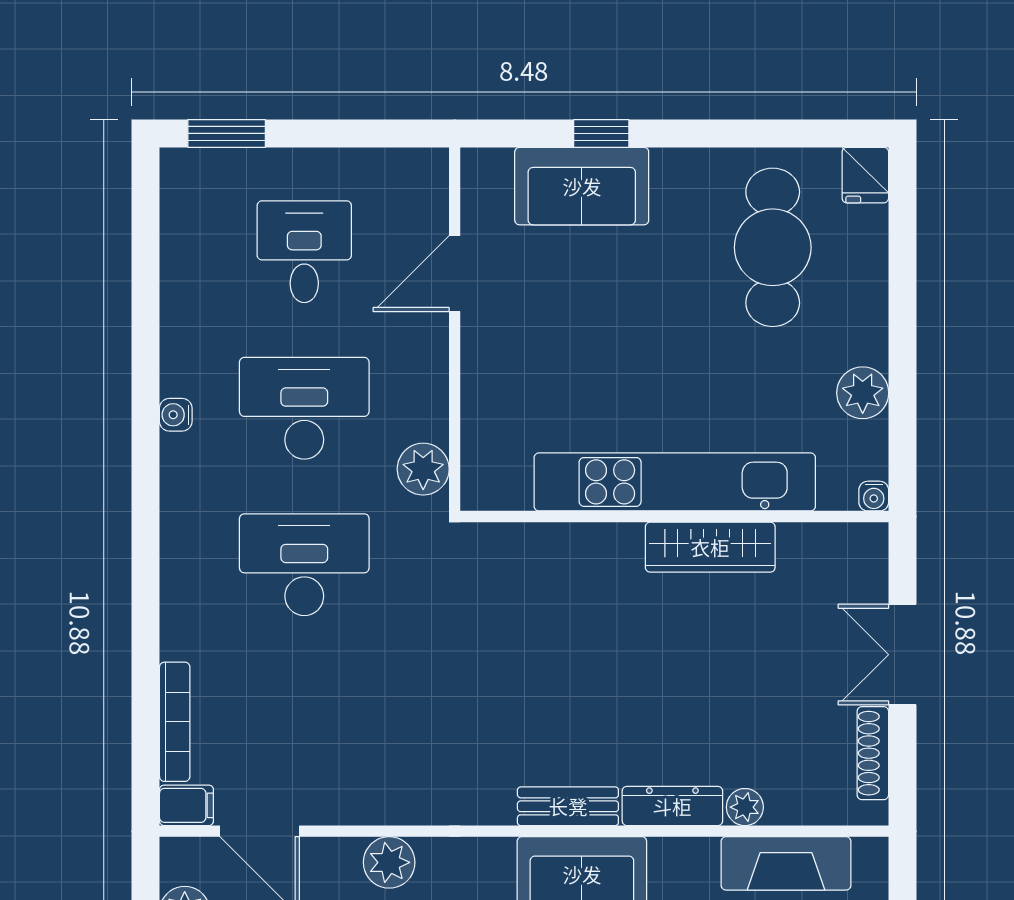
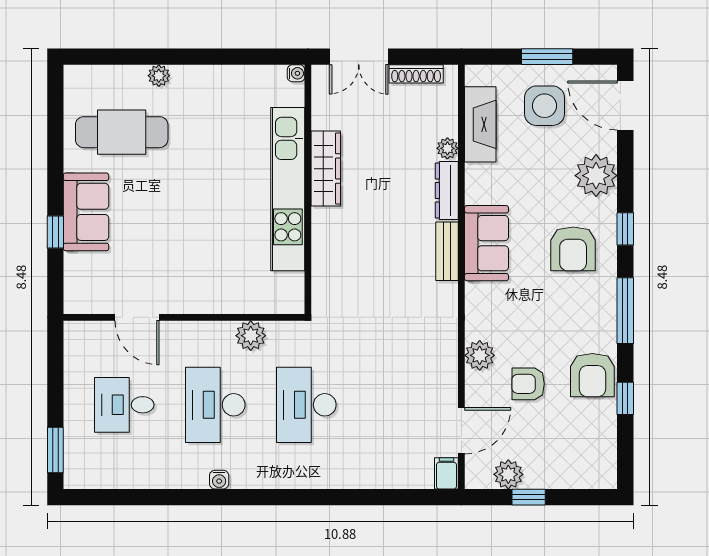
fridge: (865, 175) -> (80, 78), removed
sofa: (582, 186) -> (86, 212), moved
plant: (863, 393) -> (159, 76), moved, width x0.73, depth x0.73
kitchen unit: (675, 482) -> (288, 189), moved
water cooler: (874, 496) -> (296, 73), moved
wall: (674, 517) -> (308, 189), moved
wardrobe: (710, 547) -> (326, 169), moved
bookcase: (175, 722) -> (398, 480), removed

